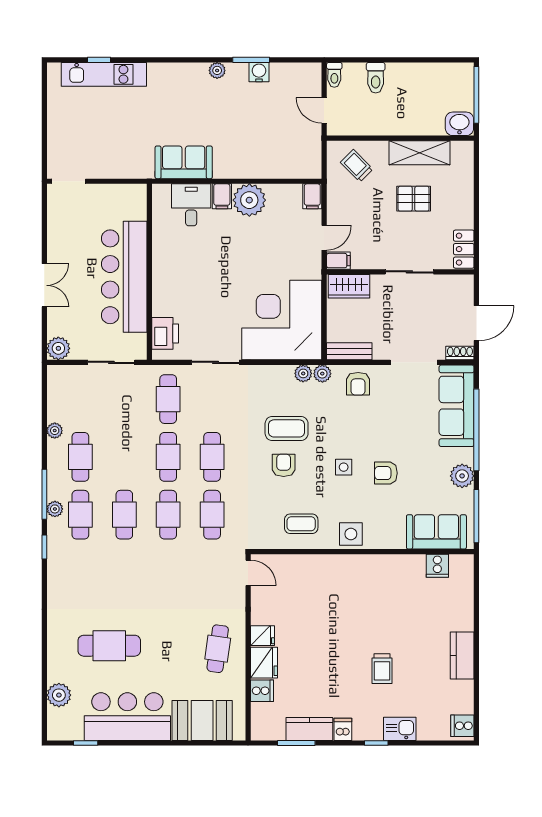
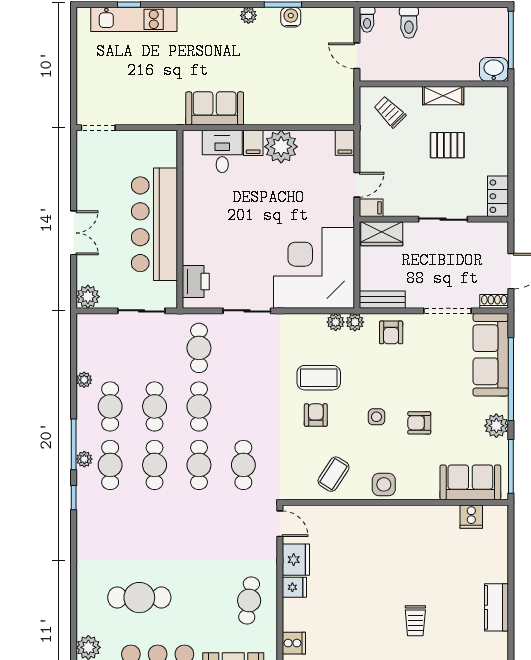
shelving: (420, 153) -> (443, 96), width x0.67, depth x0.75
cafe table: (212, 457) -> (155, 406), moved
coffee table: (301, 524) -> (334, 474), turned -57
fridge: (264, 663) -> (296, 560), moved

